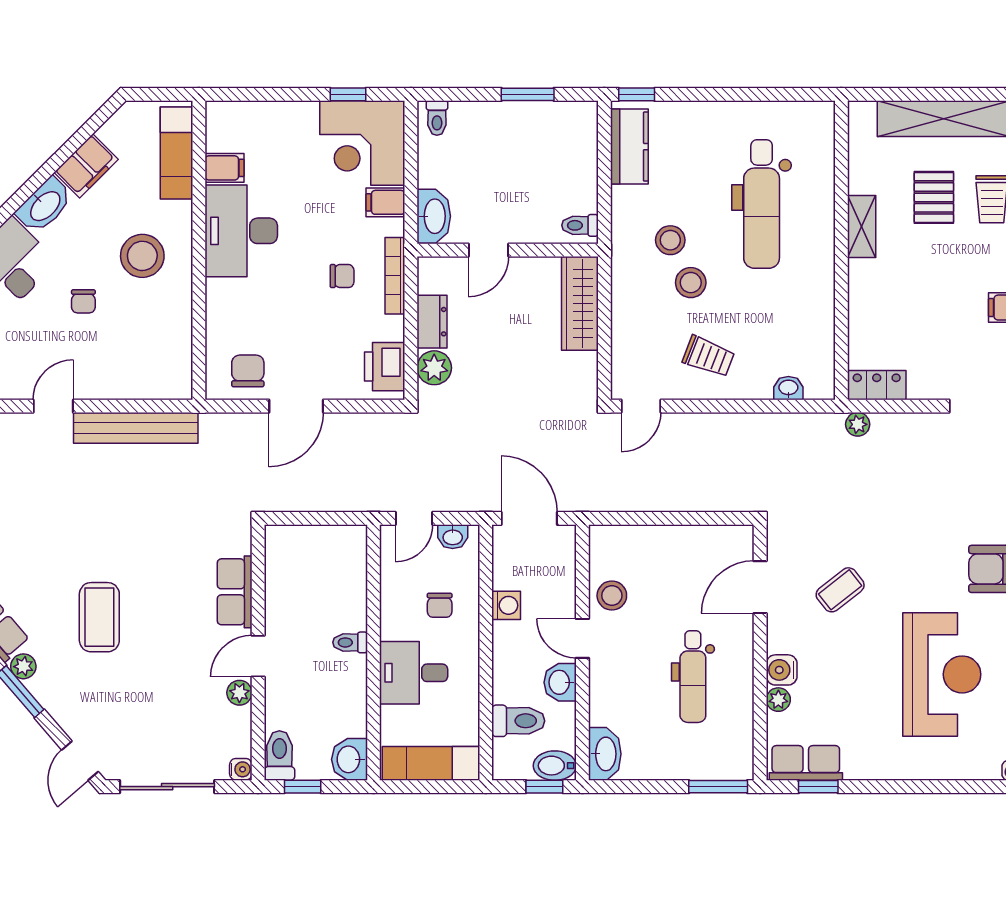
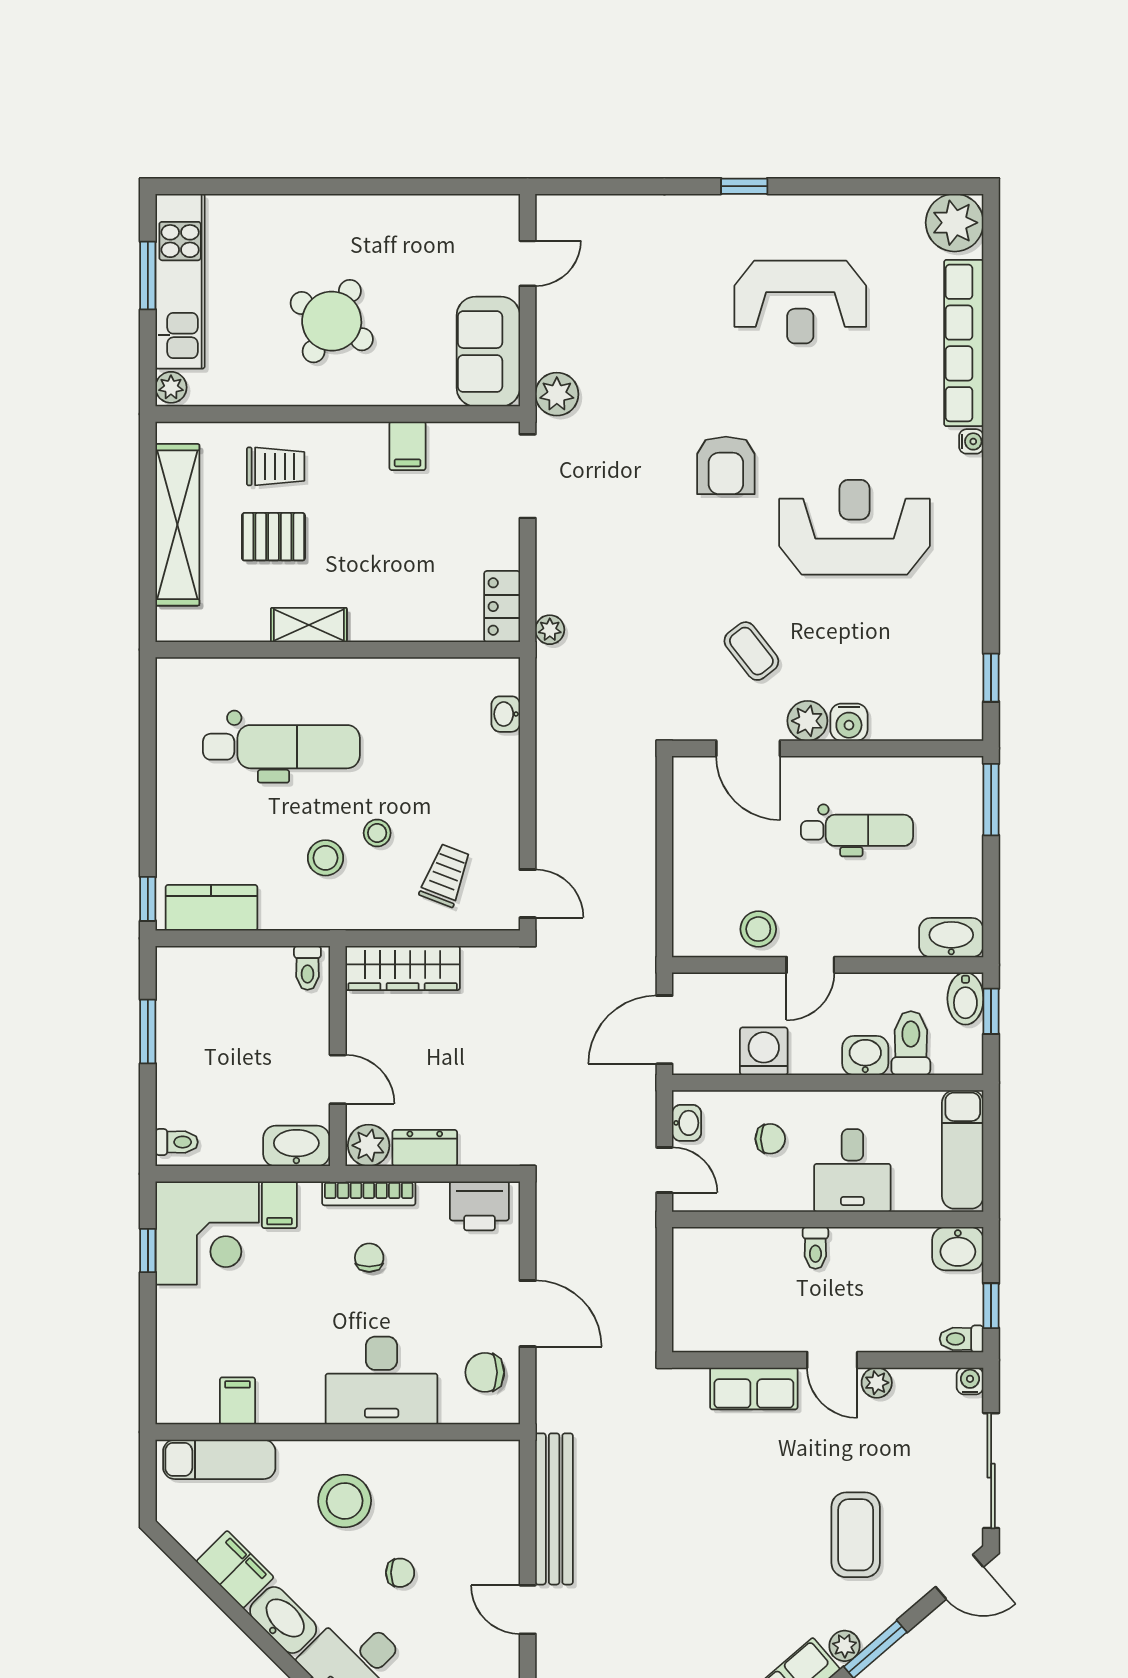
desk: (241, 231) -> (382, 1381), moved
stool: (691, 283) -> (377, 833), width x0.73, depth x0.73
trolley: (708, 356) -> (445, 875), moved
plant: (434, 368) -> (369, 1145), moved
washing machine: (506, 605) -> (764, 1051), width x1.38, depth x1.38
coffee table: (99, 617) -> (856, 1535), moved, turned 90
washbasin: (560, 682) -> (865, 1055), moved, turned 180
plant: (778, 700) -> (807, 721), moved, width x1.38, depth x1.38
toilet: (279, 755) -> (962, 1339), width x0.73, depth x0.72
row of seats: (806, 763) -> (962, 693), removed

